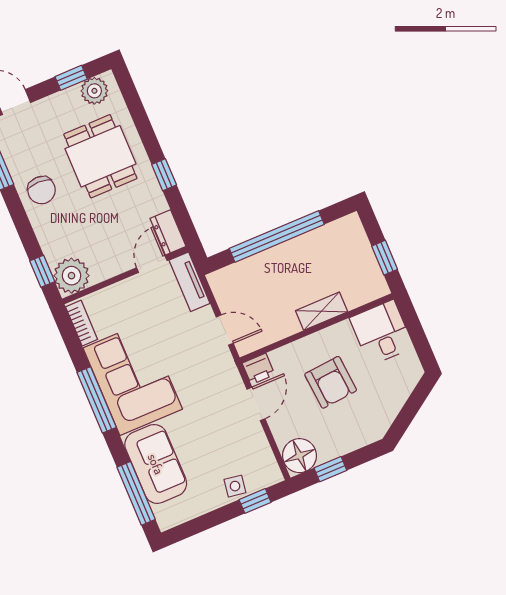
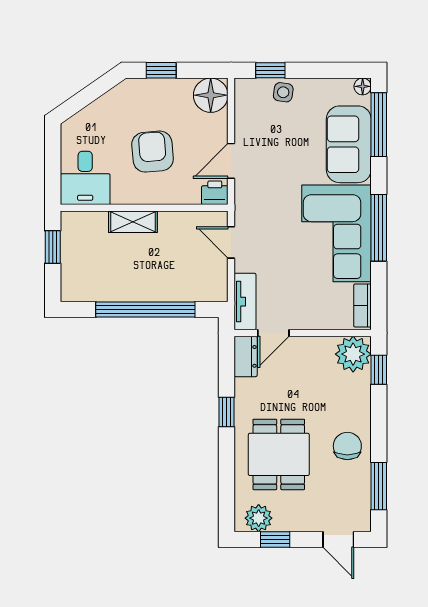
window: (330, 469) -> (161, 70), moved
floor lamp: (165, 522) -> (363, 86), added

